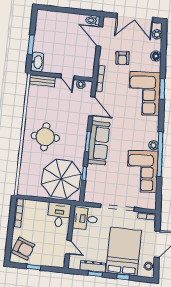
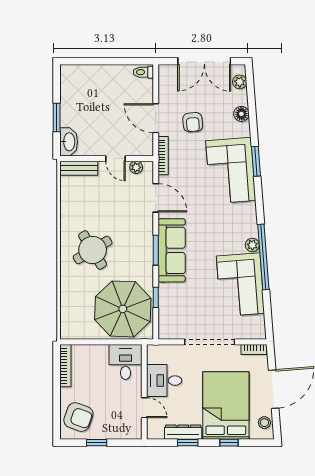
door: (99, 36) -> (156, 118), moved
round table: (45, 137) -> (93, 250), turned -31
desk: (85, 219) -> (164, 381), moved

